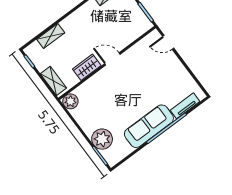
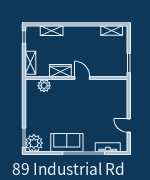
door: (168, 42) -> (129, 125), moved
plant: (70, 101) -> (44, 86), moved
sofa: (149, 126) -> (67, 143), width x0.73
plant: (102, 139) -> (34, 143), moved

